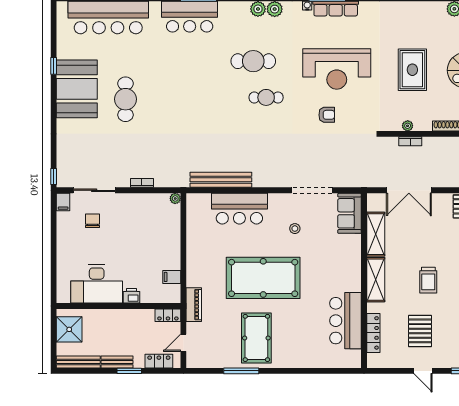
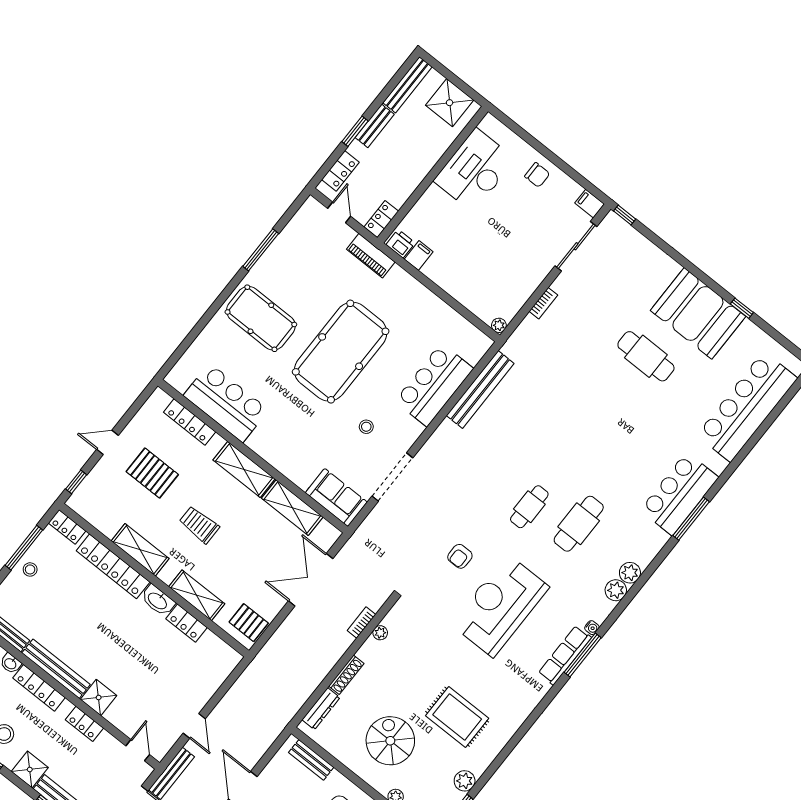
rug: (412, 70) -> (457, 717), moved
chair: (93, 221) -> (537, 175), moved
printer: (132, 296) -> (401, 244), moved, turned -90
pool table: (256, 338) -> (261, 318), moved

